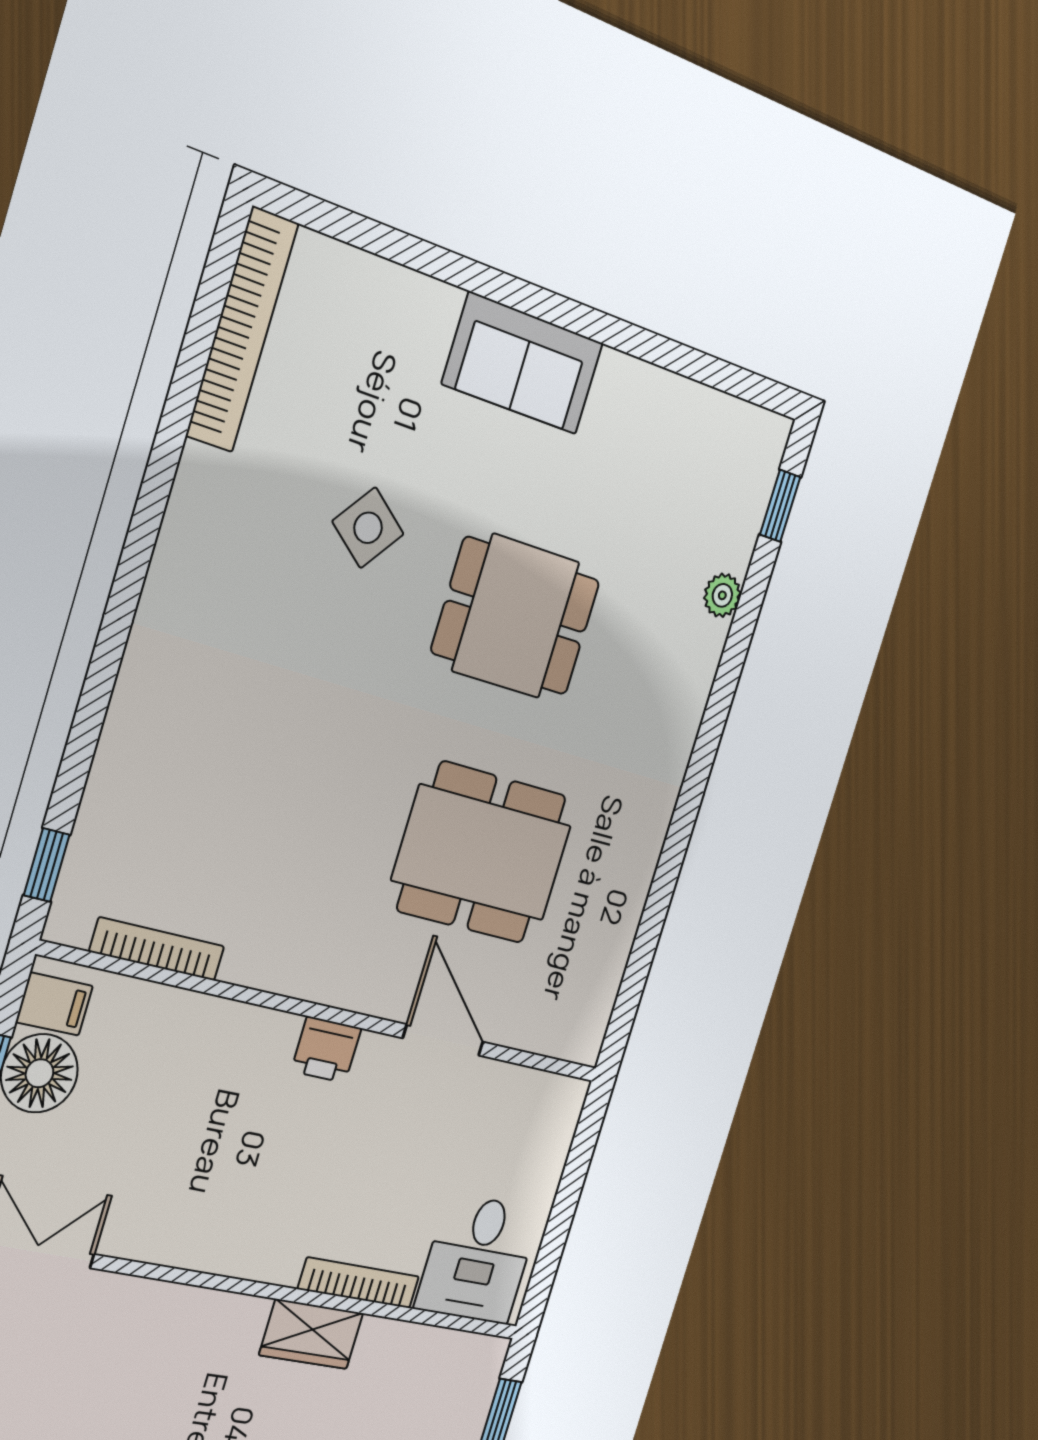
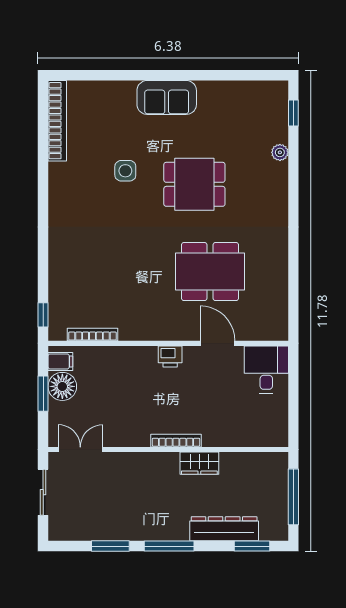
side table: (368, 528) -> (125, 171), turned -38
desk: (478, 1259) -> (266, 370), moved, turned 180
bookcase: (359, 1283) -> (176, 441), moved

